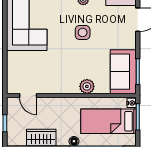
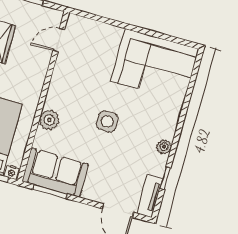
side table: (83, 32) -> (107, 122), moved

